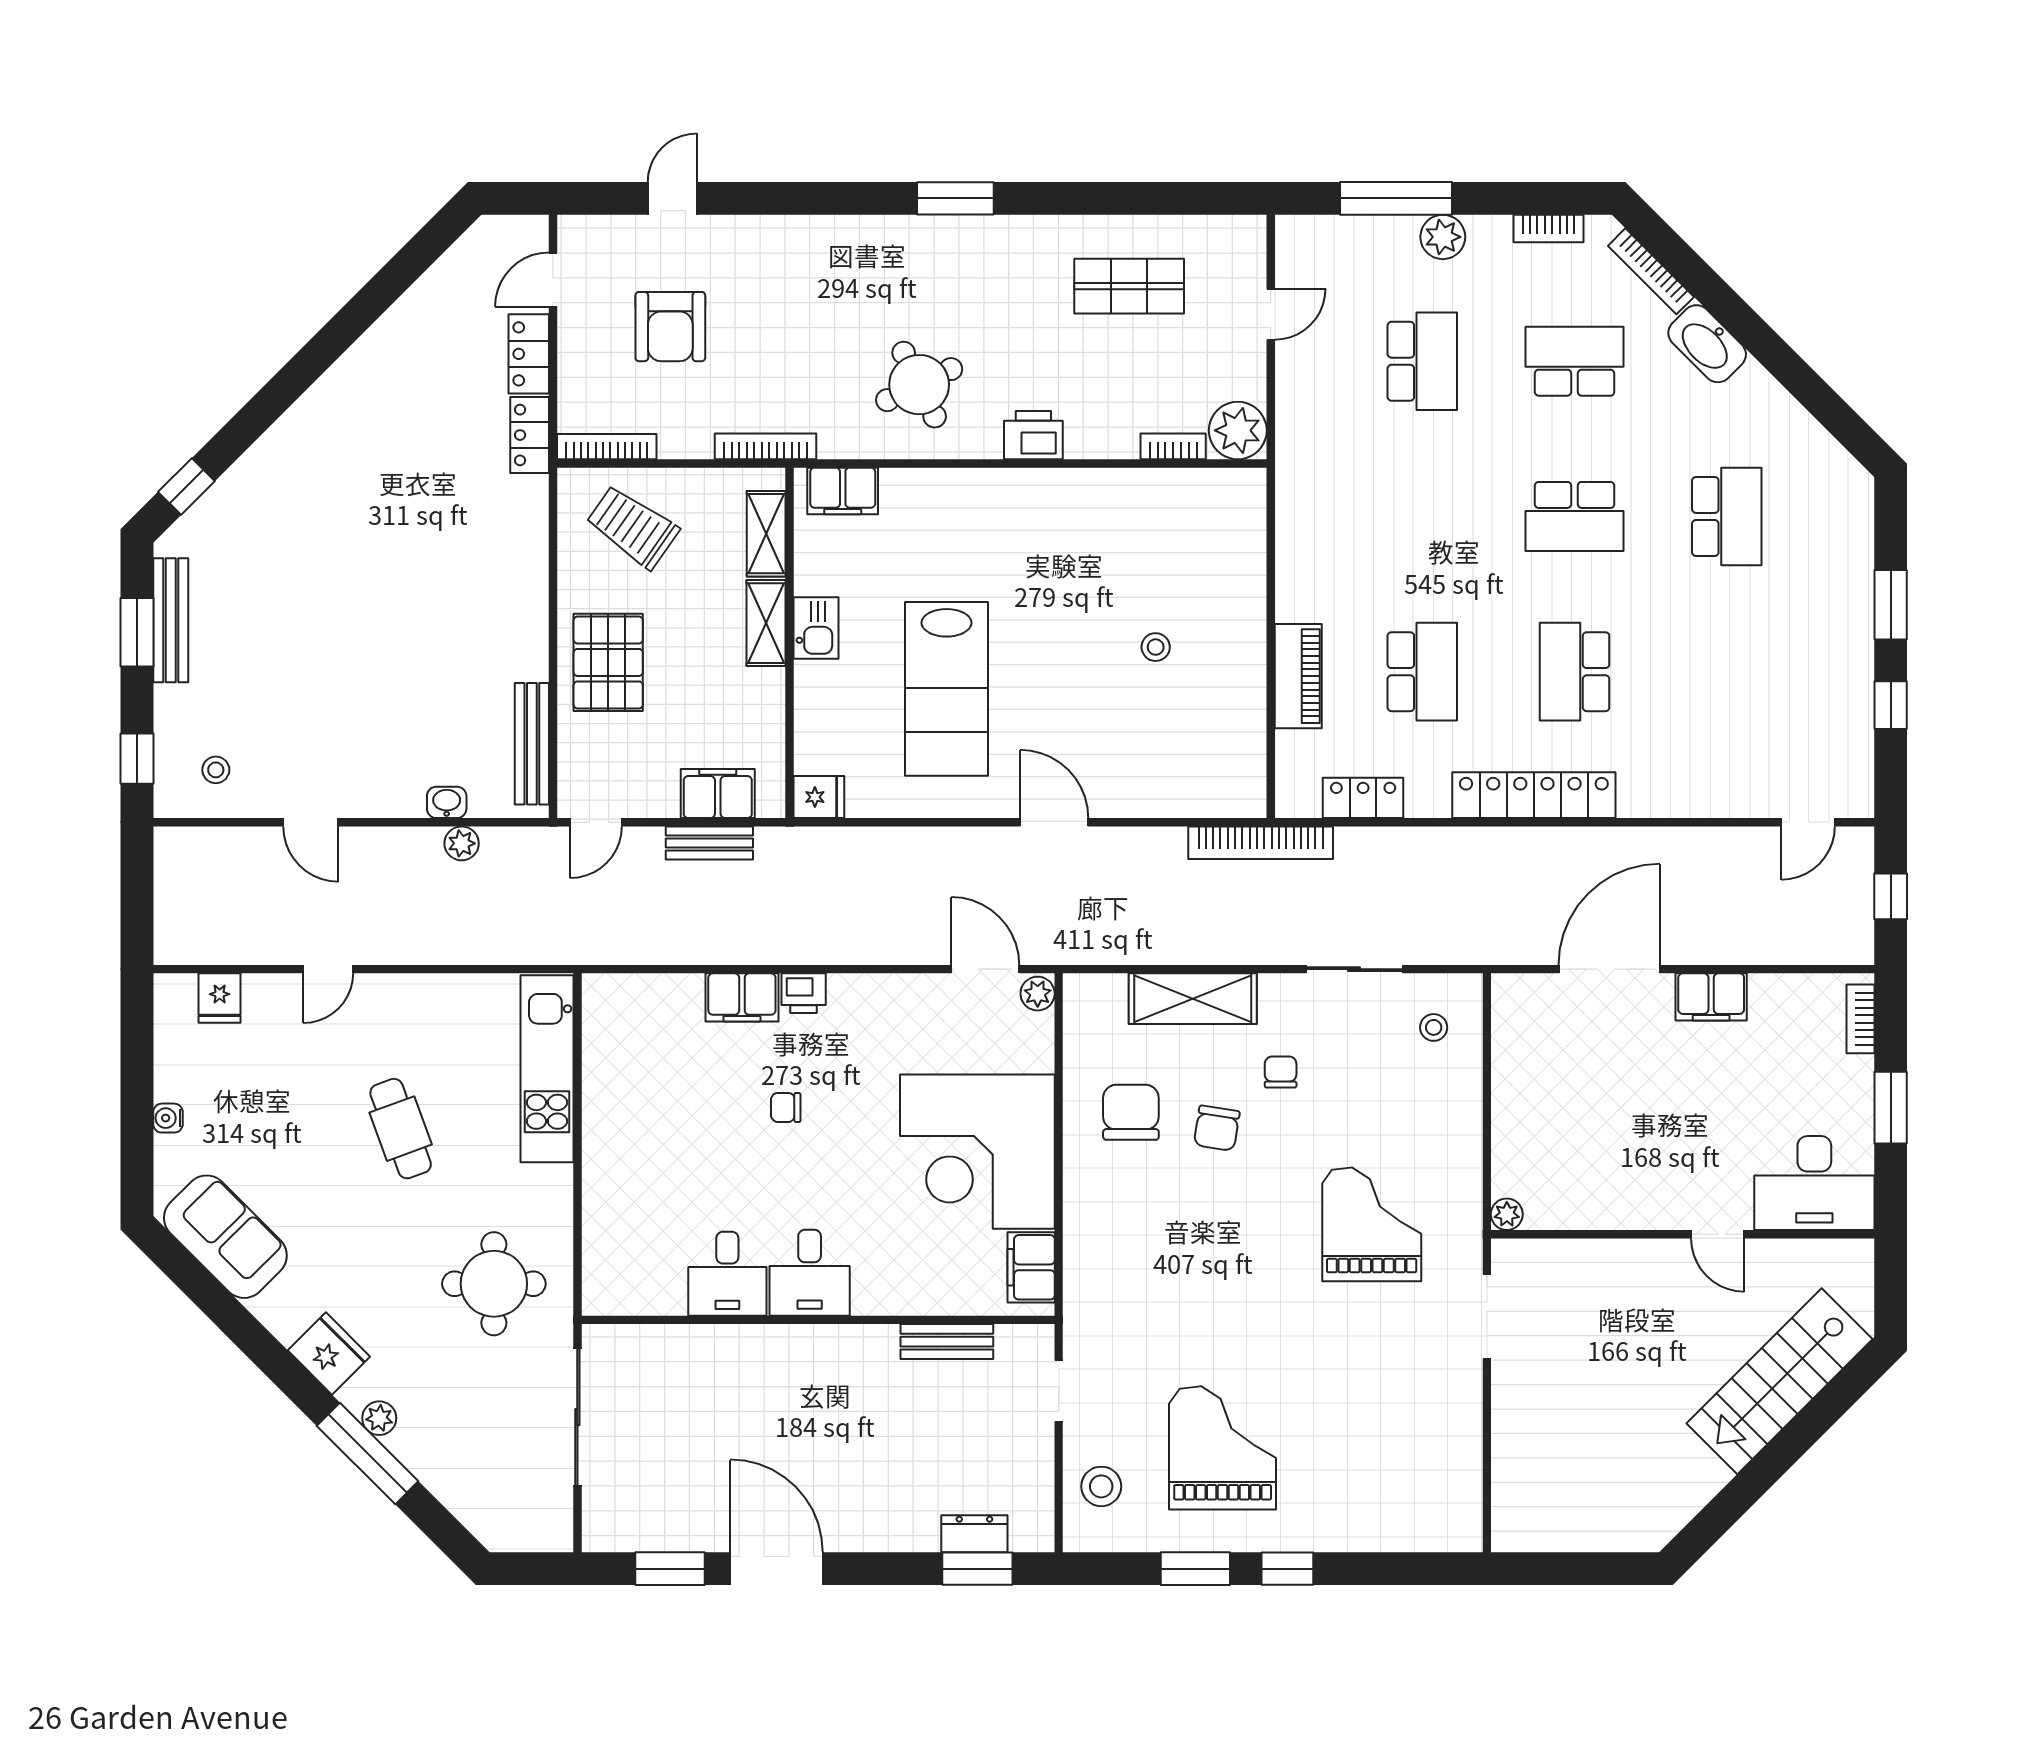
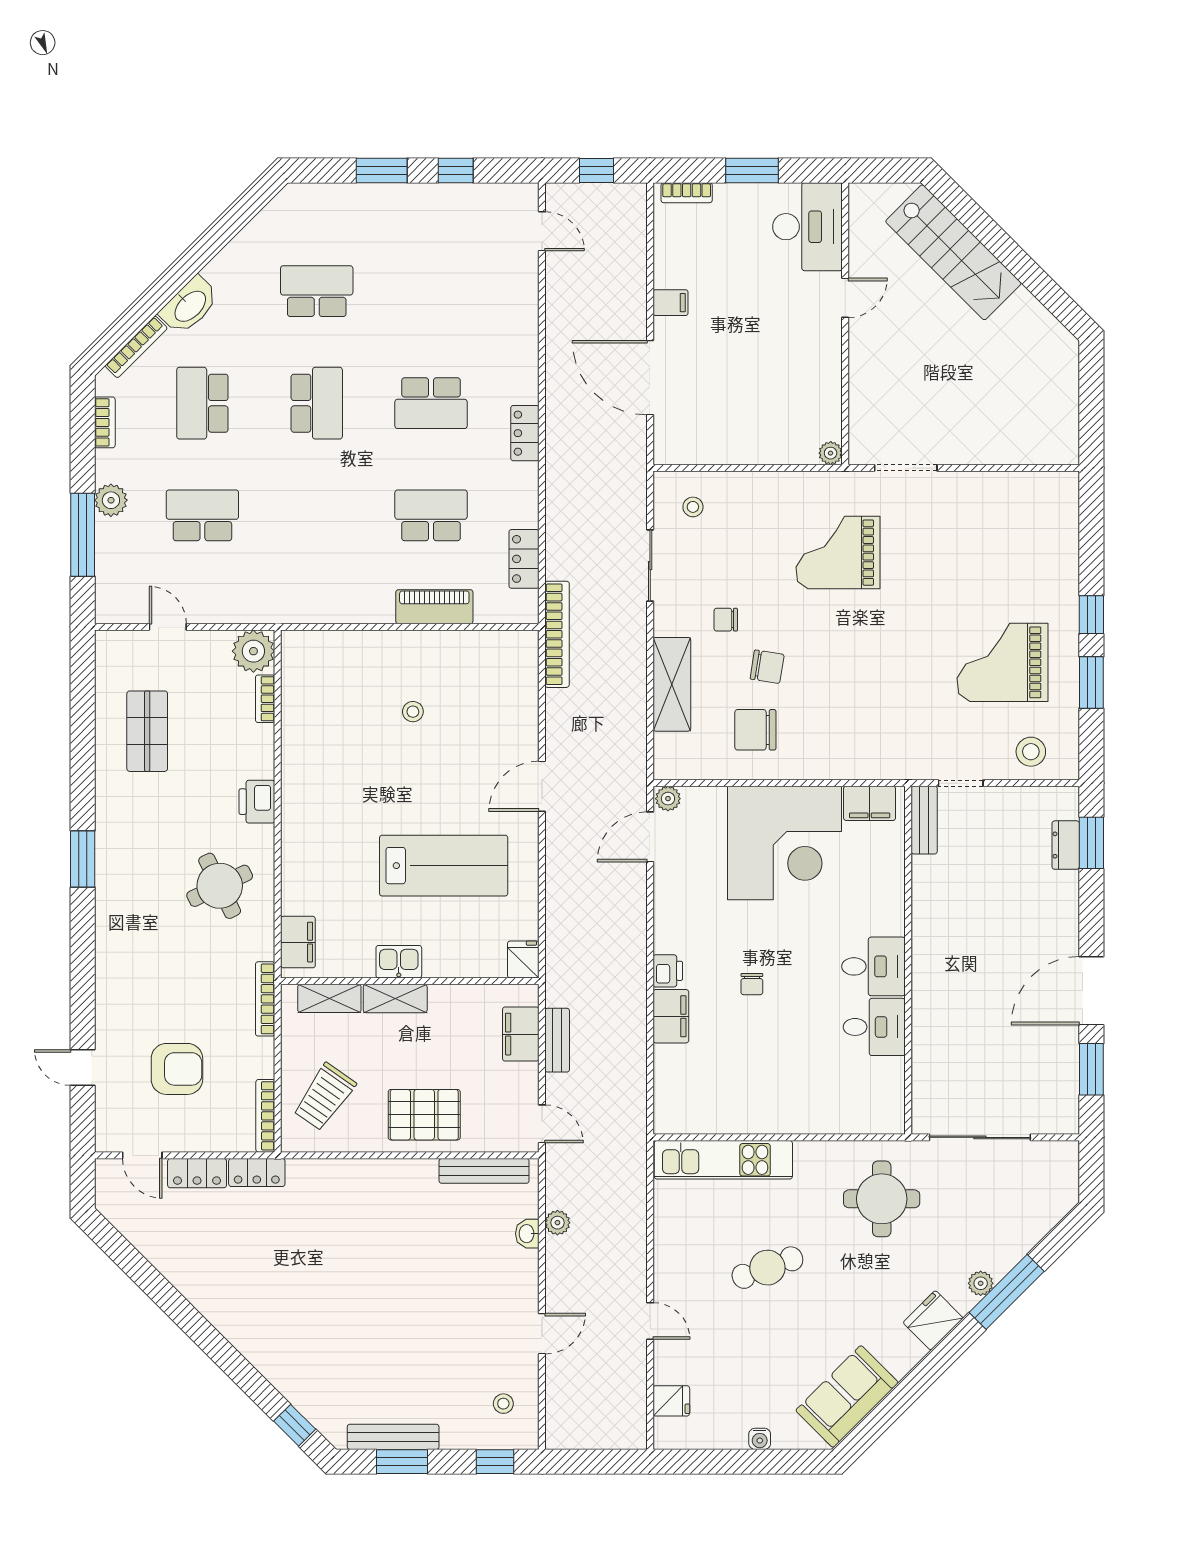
locker: (1534, 795) -> (525, 433), width x0.46, depth x0.83
filing cabinet: (1711, 997) -> (670, 303), width x0.50
bench: (947, 1342) -> (924, 820), moved

